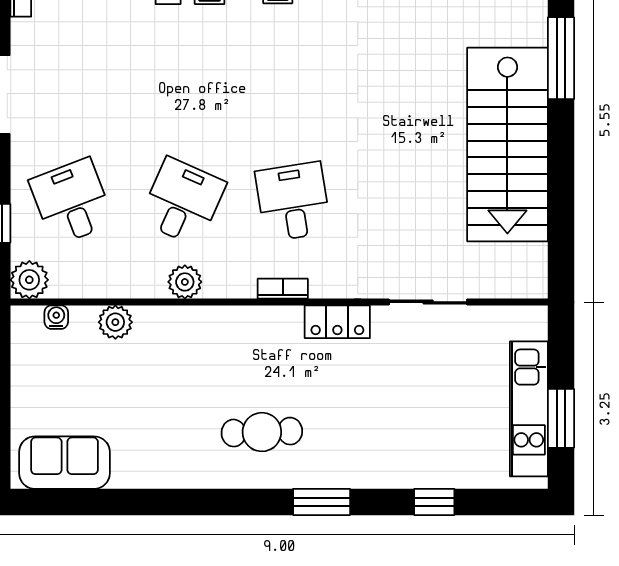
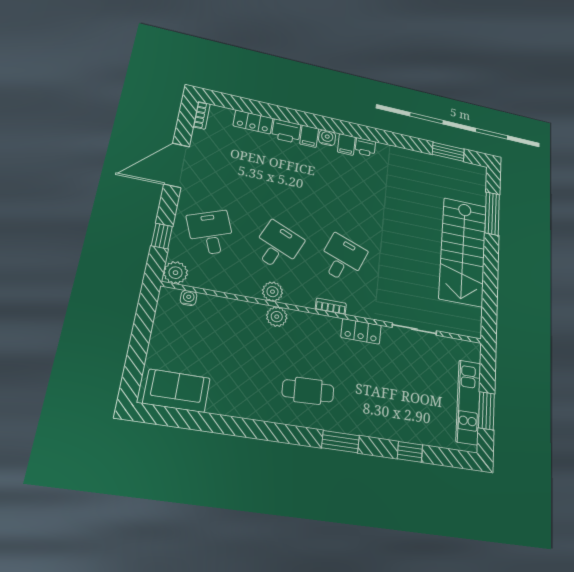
desk: (293, 202) -> (342, 258), turned 30
plant: (115, 322) -> (277, 317), moved

